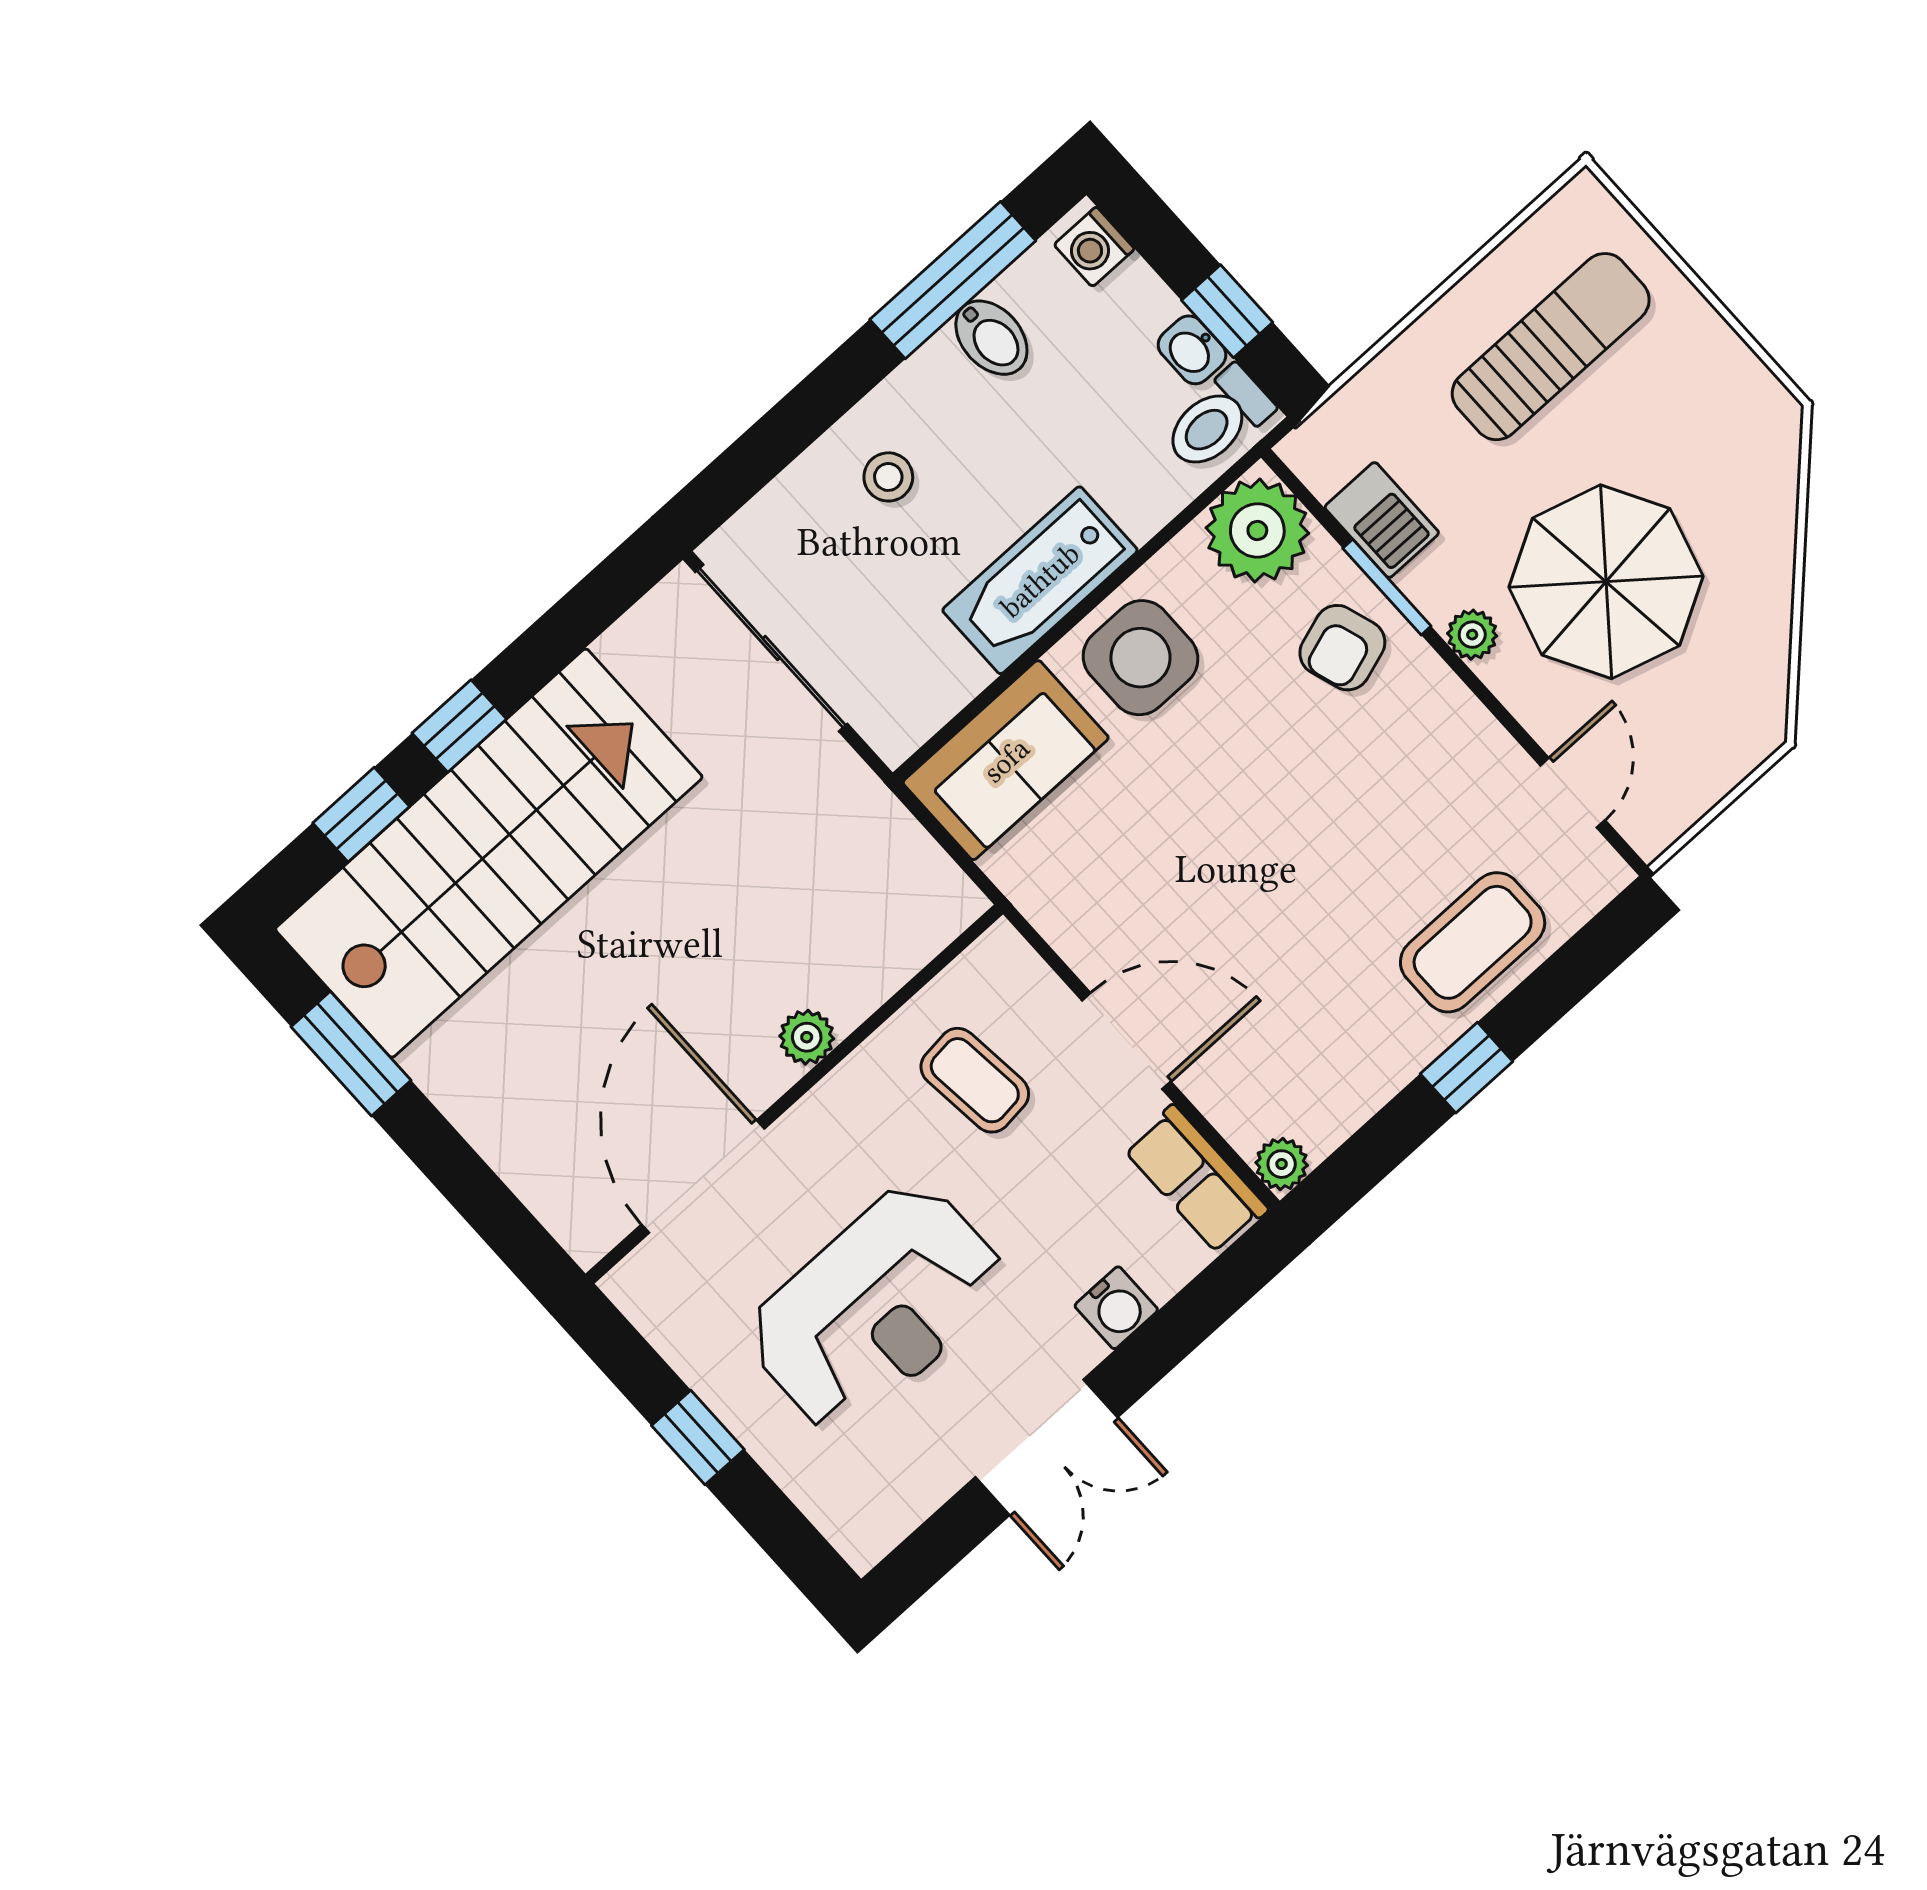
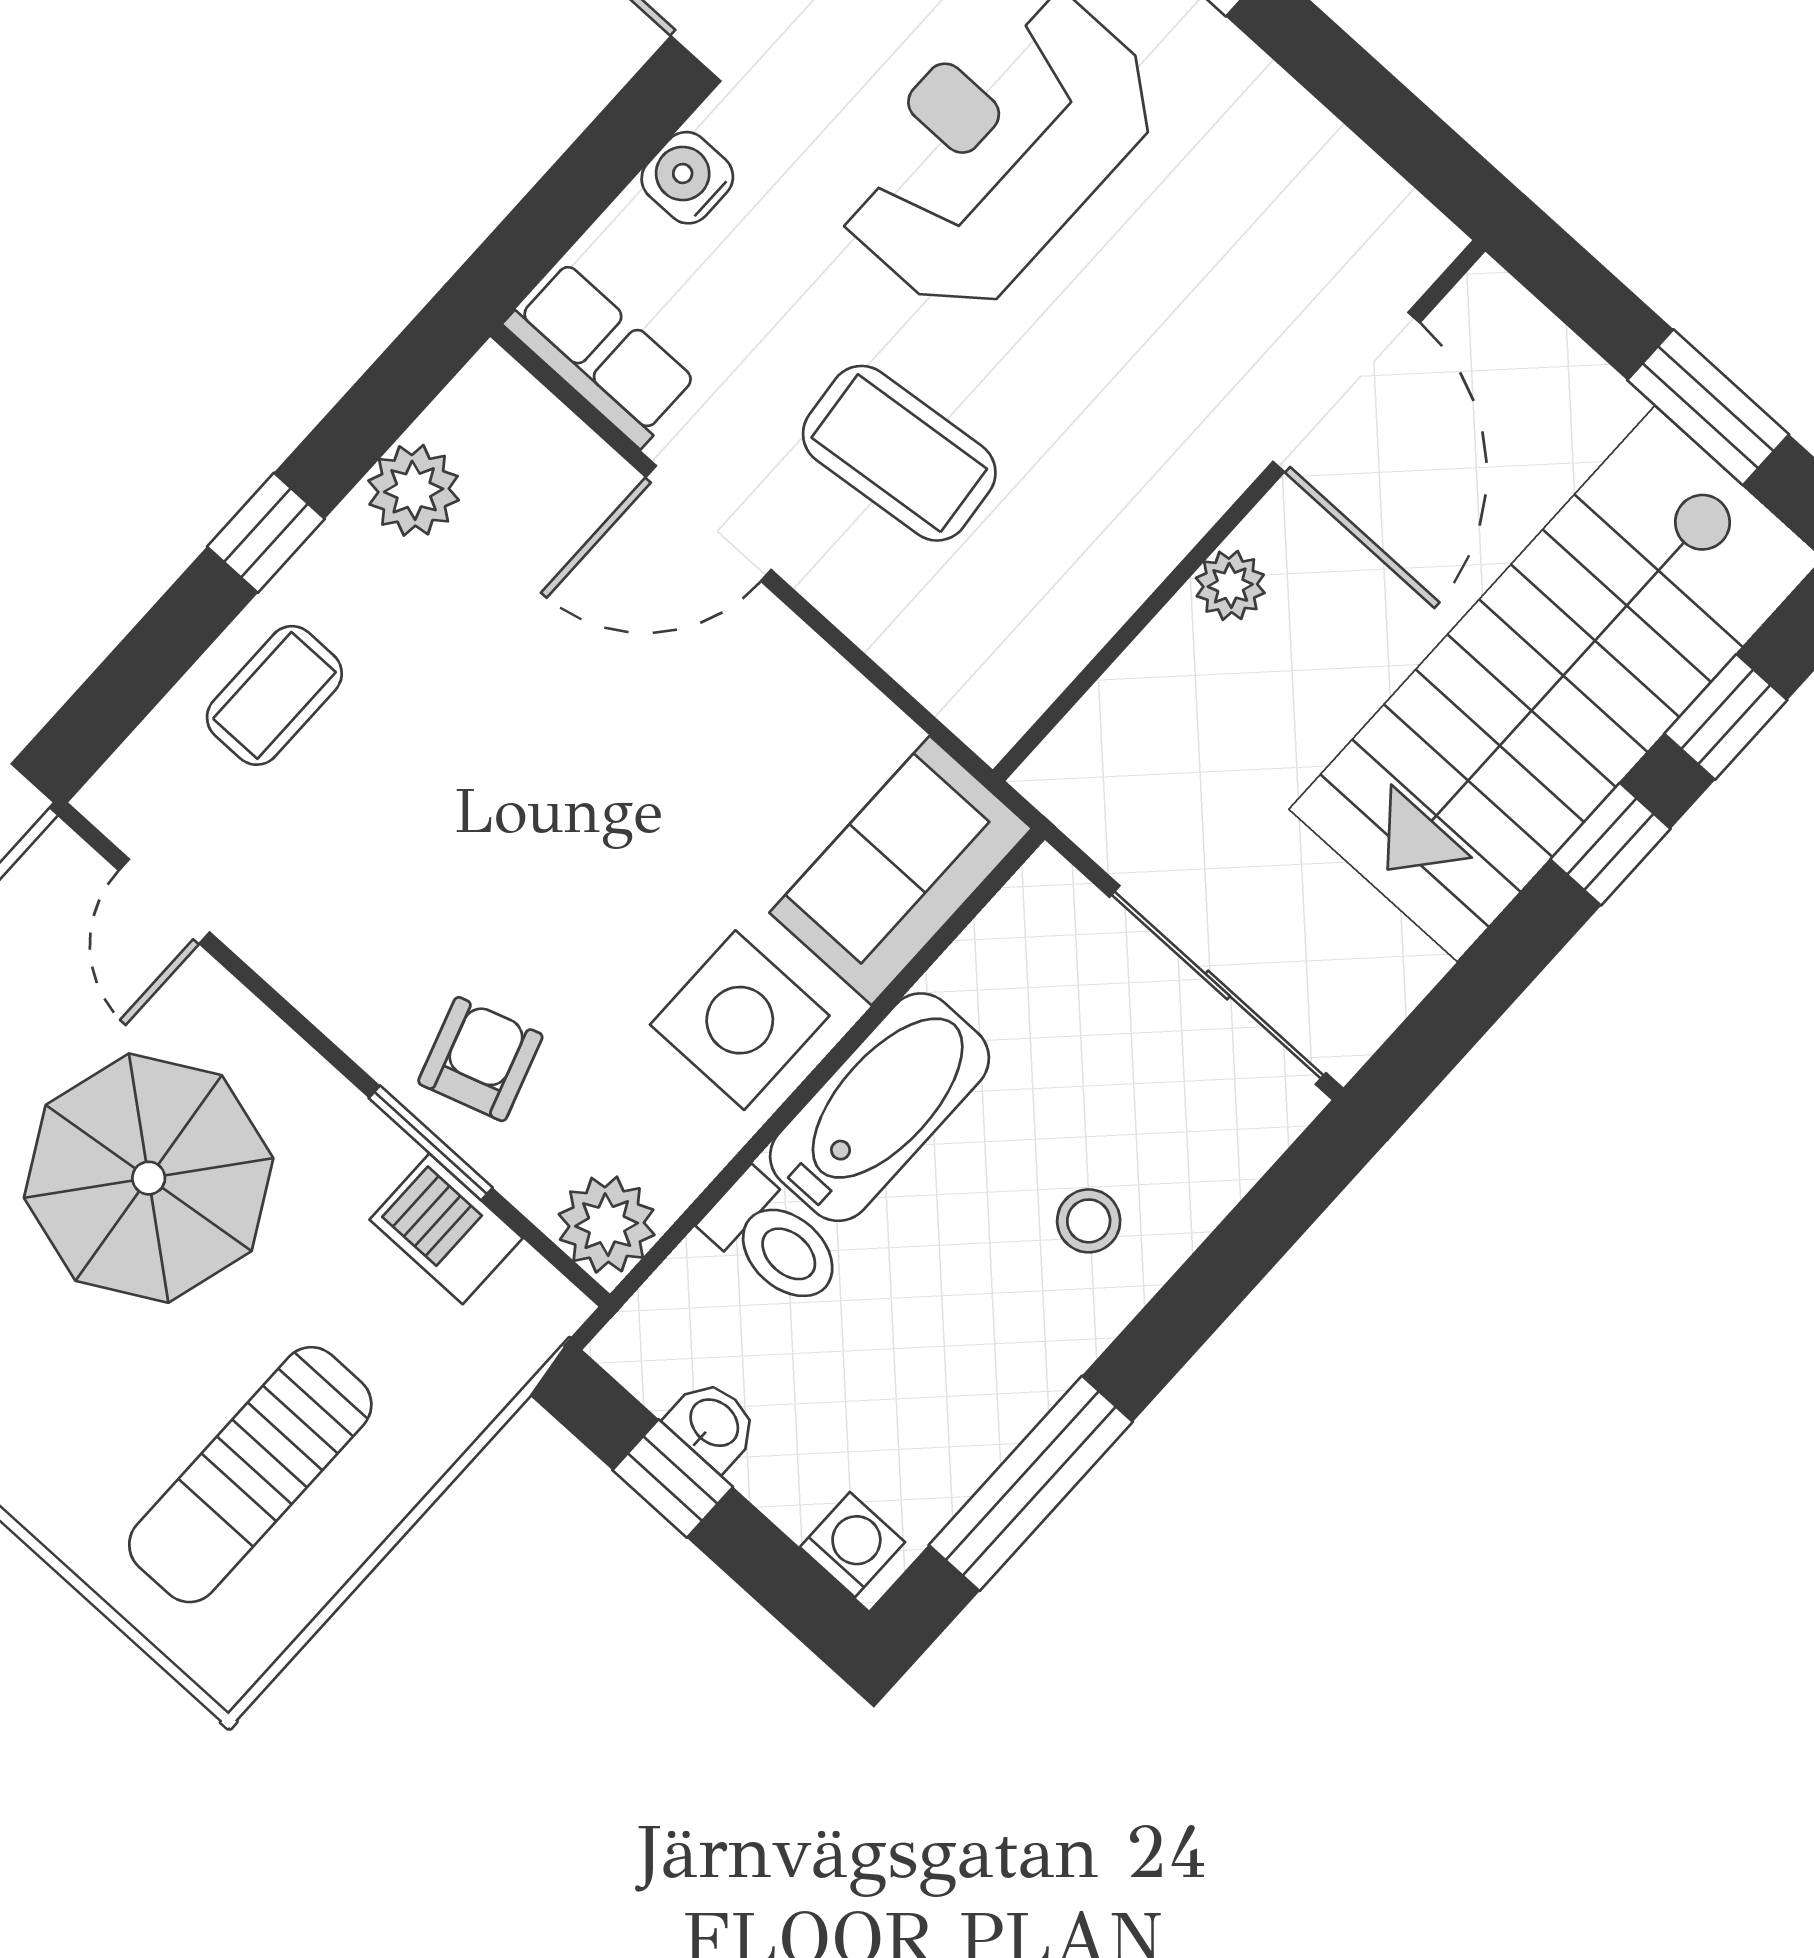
bidet: (991, 338) -> (973, 1414), removed
toilet: (1218, 420) -> (774, 1241), moved, turned 90
plant: (1257, 530) -> (607, 1225), width x0.73, depth x0.73
plant: (1472, 635) -> (315, 1093), removed
coffee table: (1473, 942) -> (274, 695), width x0.73, depth x0.77
plant: (807, 1037) -> (1230, 585), moved
coffee table: (975, 1080) -> (899, 453), width x1.36, depth x1.30
wall: (794, 1094) -> (1239, 511), moved
plant: (1282, 1164) -> (414, 490), moved, width x1.38, depth x1.38
door: (703, 1177) -> (1346, 392), moved

